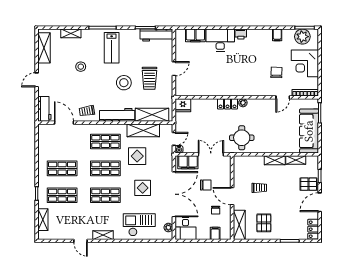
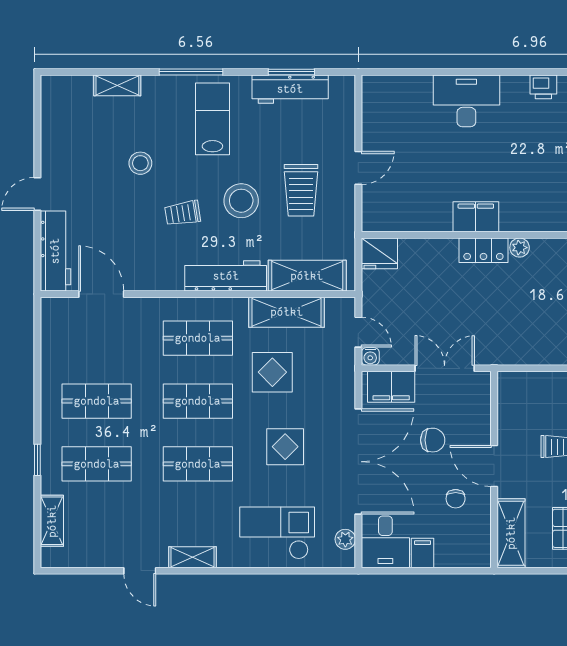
printer: (241, 34) -> (543, 87), moved
workbench: (156, 35) -> (290, 89), moved
filing cabinet: (195, 35) -> (476, 217), moved, turned 180
shelving: (44, 48) -> (55, 119), removed
lab bench: (112, 48) -> (212, 119), turned 180
workbench: (44, 109) -> (55, 251), width x1.38
trolley: (87, 111) -> (183, 213), moved
round table: (242, 138) -> (517, 329), removed
door: (174, 139) -> (358, 332), hinge flipped
filing cabinet: (215, 233) -> (423, 553), moved

